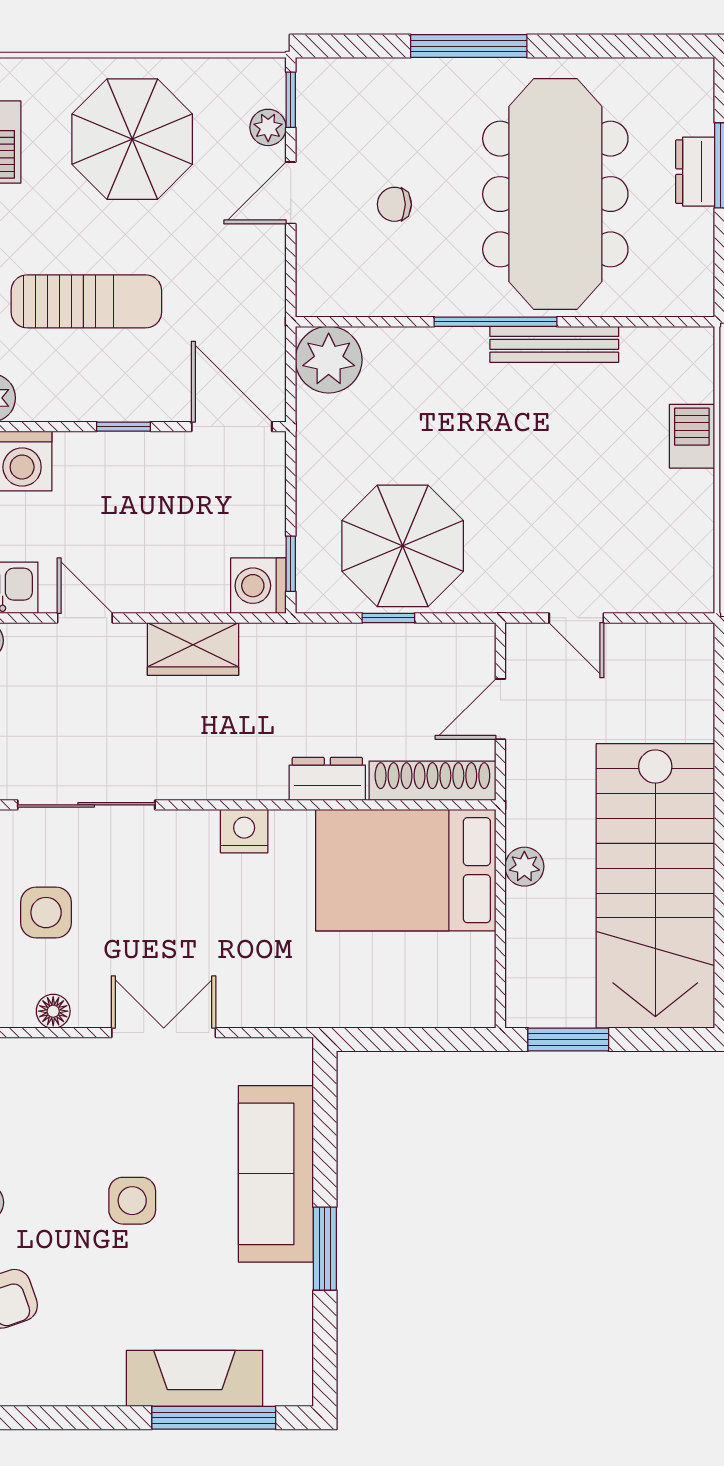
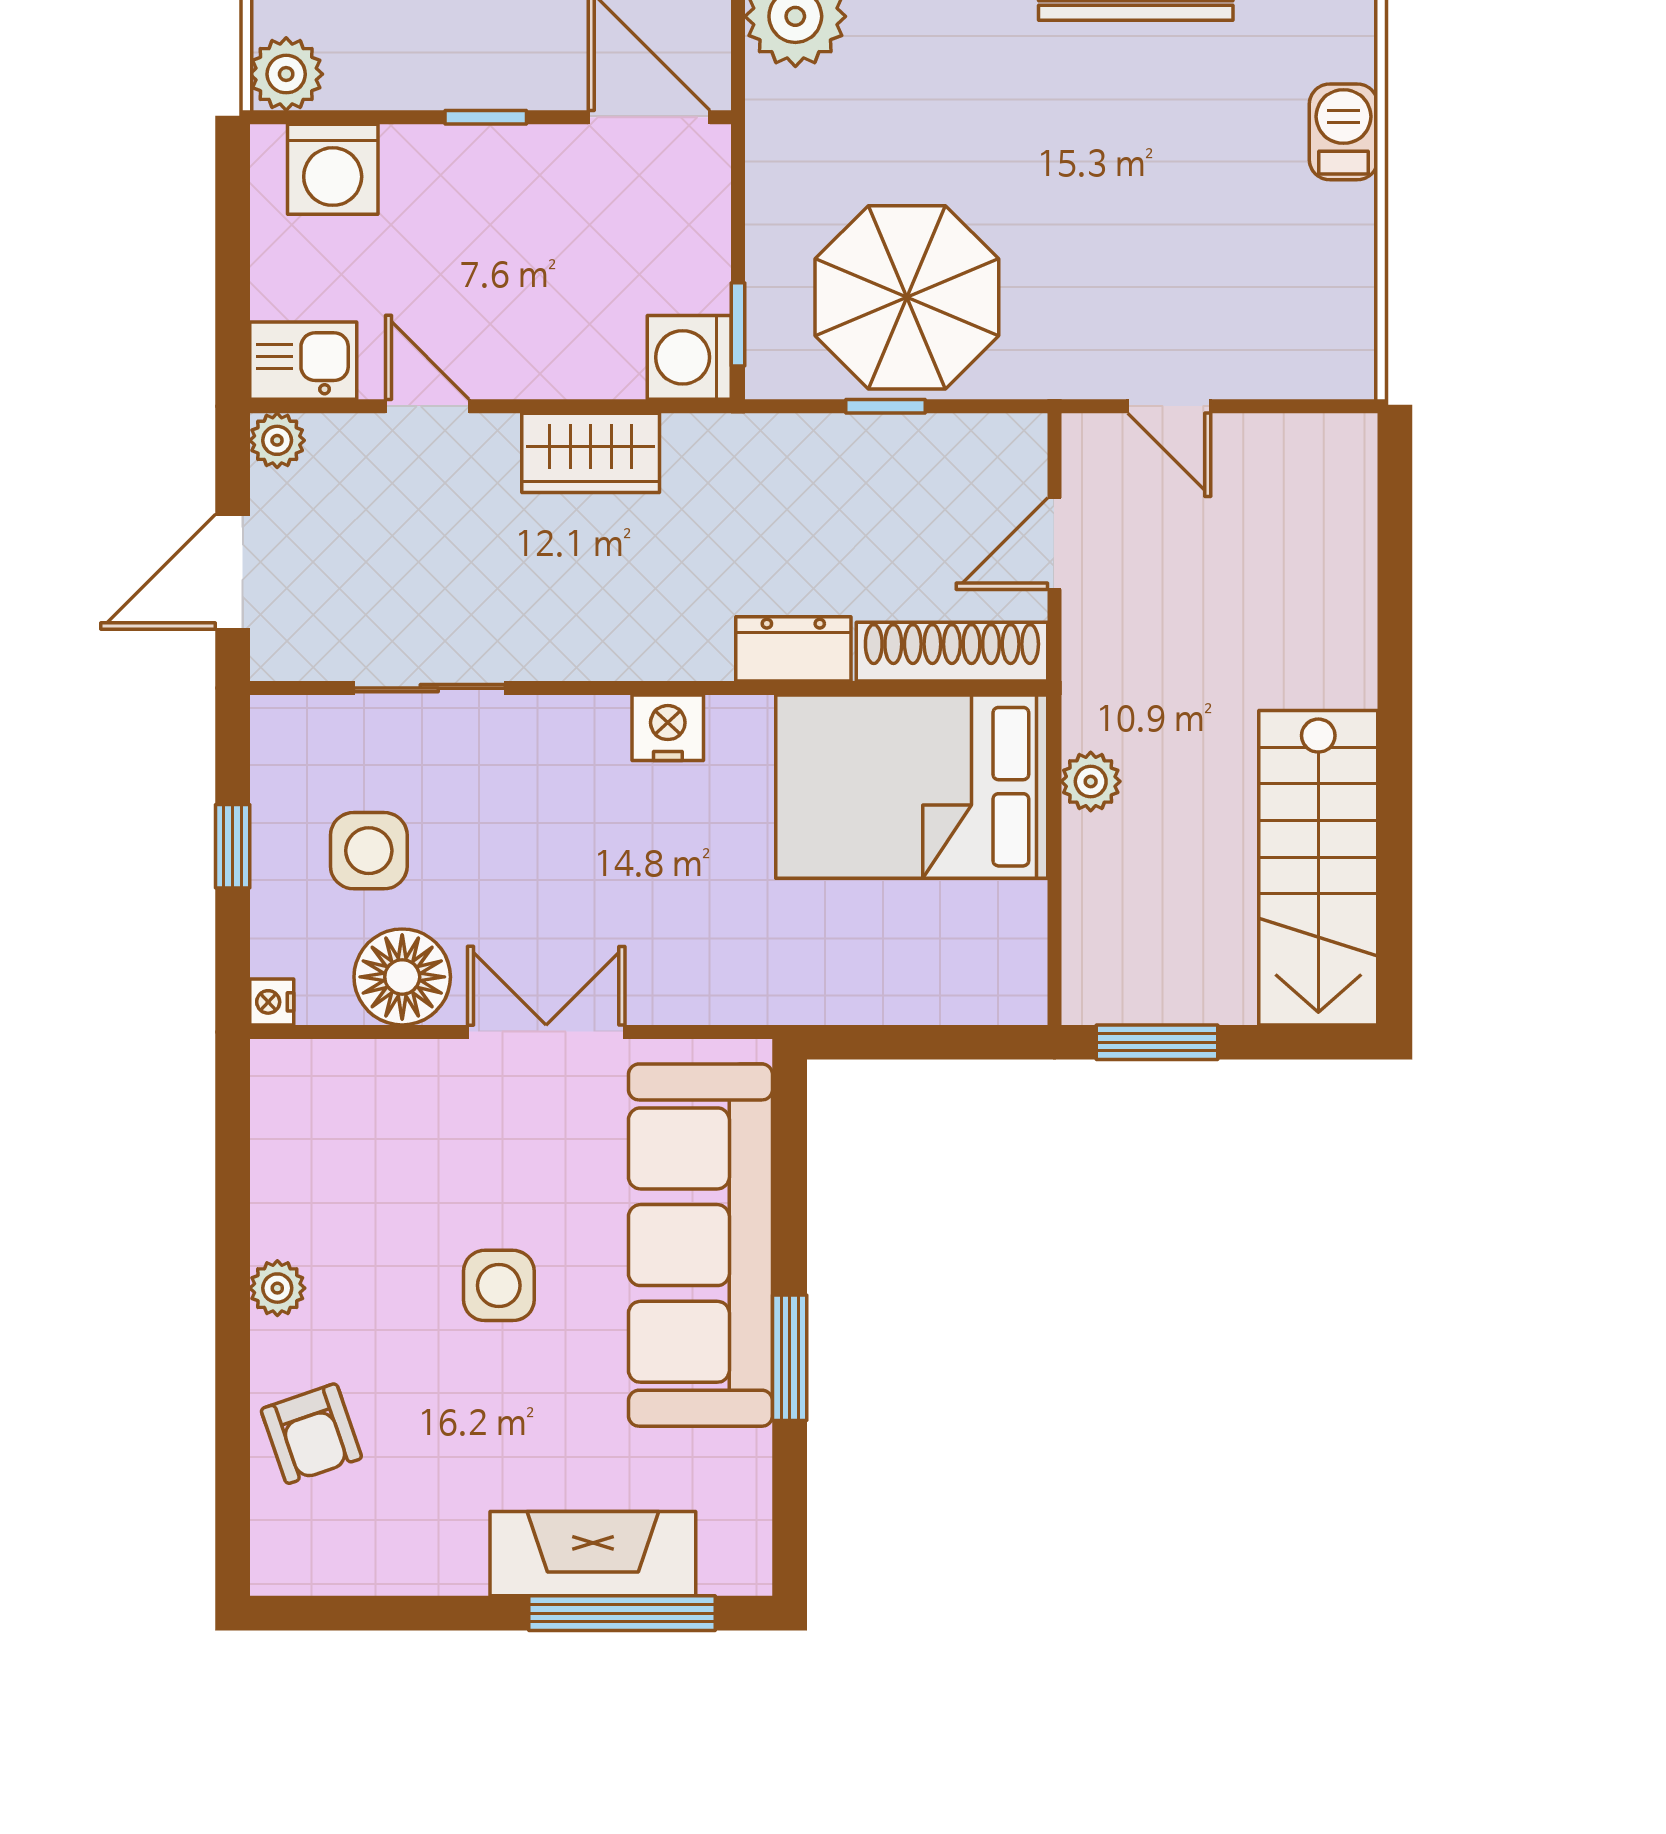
sliding door: (86, 805) -> (429, 688), width x0.73
stairs: (655, 886) -> (1318, 868), width x0.73, depth x0.66
floor lamp: (53, 1011) -> (402, 977), width x1.89, depth x1.89
sofa: (276, 1174) -> (700, 1245), width x1.36, depth x1.27

